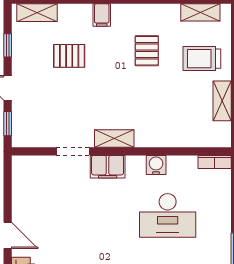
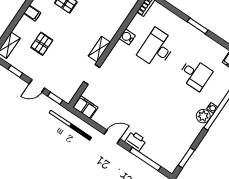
filing cabinet: (108, 167) -> (85, 107), moved, turned -90
desk: (168, 215) -> (157, 48), turned 180

